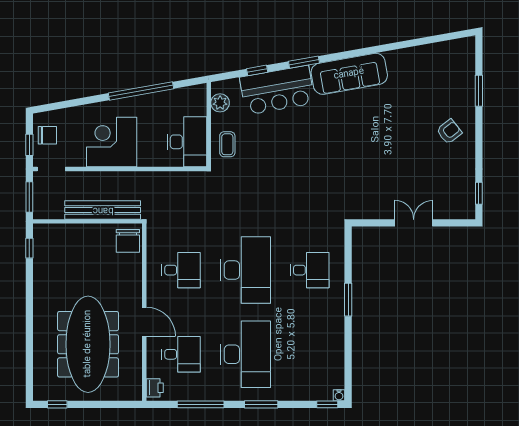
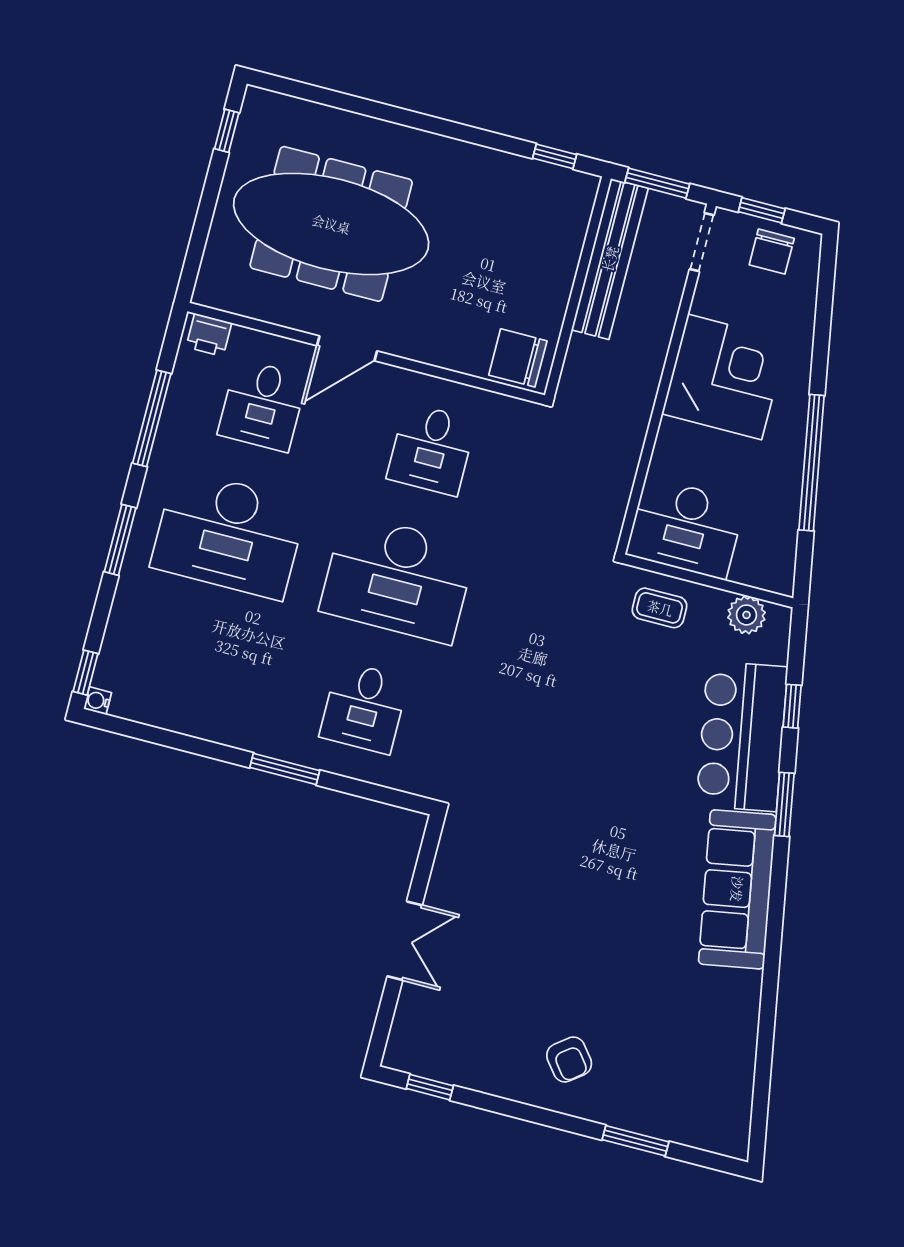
bench: (103, 210) -> (610, 259), moved

